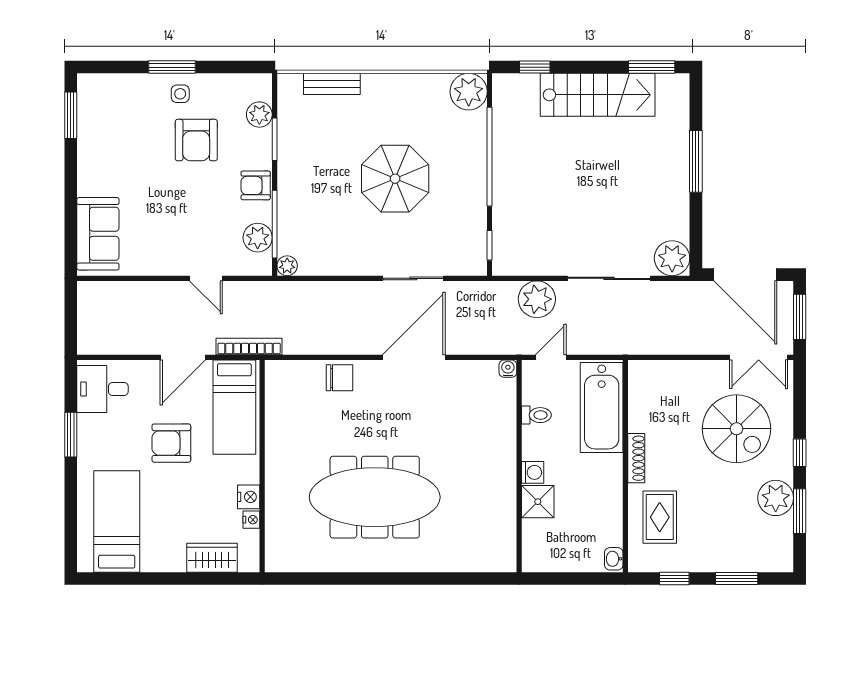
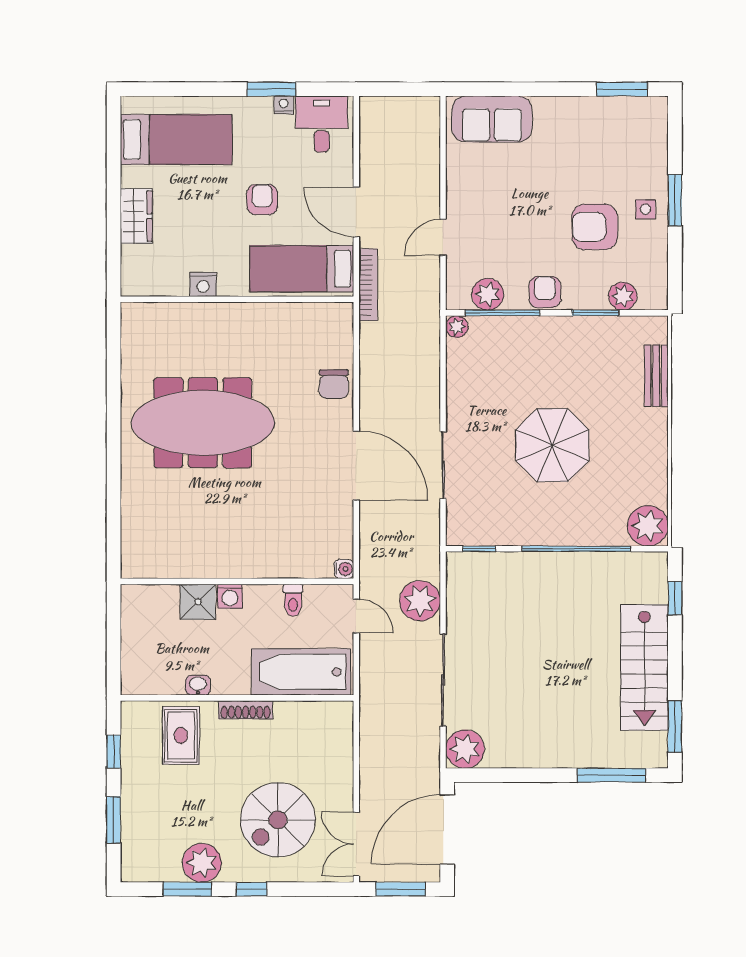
window: (696, 161) -> (612, 775), moved
armchair: (171, 443) -> (262, 200), width x0.72, depth x0.72
meeting table: (375, 497) -> (203, 423), turned 90
rug: (660, 517) -> (181, 736), turned 90
nightstand: (251, 520) -> (284, 105), moved, turned 180
wardrobe: (212, 558) -> (136, 216), moved
washbasin: (614, 559) -> (198, 685), moved

